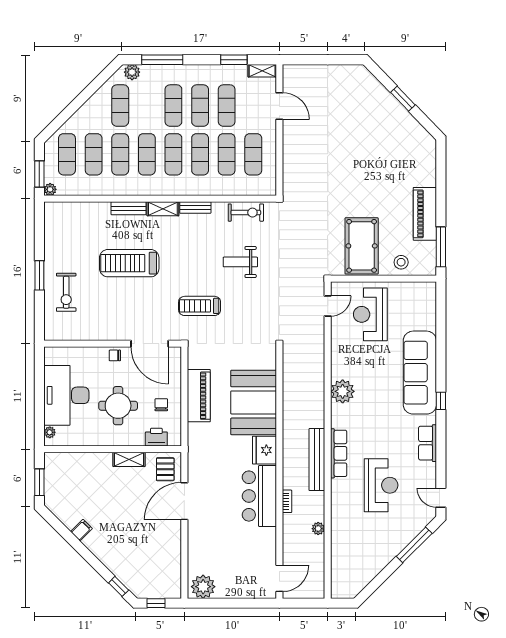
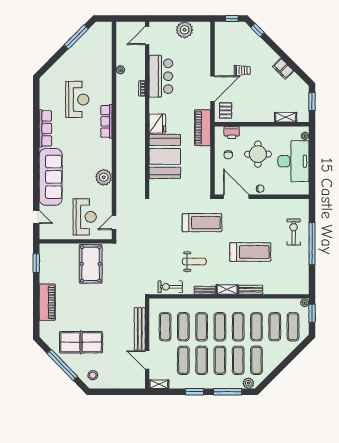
window: (234, 60) -> (195, 392), moved
window: (403, 99) -> (62, 365), width x2.11
exercise mat: (147, 106) -> (238, 360), added
table tennis table: (376, 132) -> (81, 342), added
piano: (425, 214) -> (47, 302), moved
window: (441, 247) -> (36, 263), width x0.69
weight bench: (240, 262) -> (194, 261), moved
stool: (401, 262) -> (93, 375), moved
window: (39, 275) -> (312, 244), width x2.11
treadmill: (200, 306) -> (202, 223), width x1.37, depth x1.38
plant: (343, 391) -> (104, 177), moved
piano: (199, 396) -> (203, 128), moved
window: (441, 401) -> (36, 157), removed
row of seats: (428, 443) -> (45, 128), width x1.48
shelving: (129, 459) -> (286, 117), moved
bench: (317, 460) -> (140, 329), moved
reception desk: (381, 485) -> (77, 99), turned 180
bar counter: (259, 496) -> (161, 76), moved
door: (441, 498) -> (36, 217), moved
trolley: (141, 528) -> (242, 70), added
filing cabinet: (81, 530) -> (283, 69), width x2.00
window: (414, 545) -> (76, 37), moved
plant: (203, 587) -> (185, 30), moved

